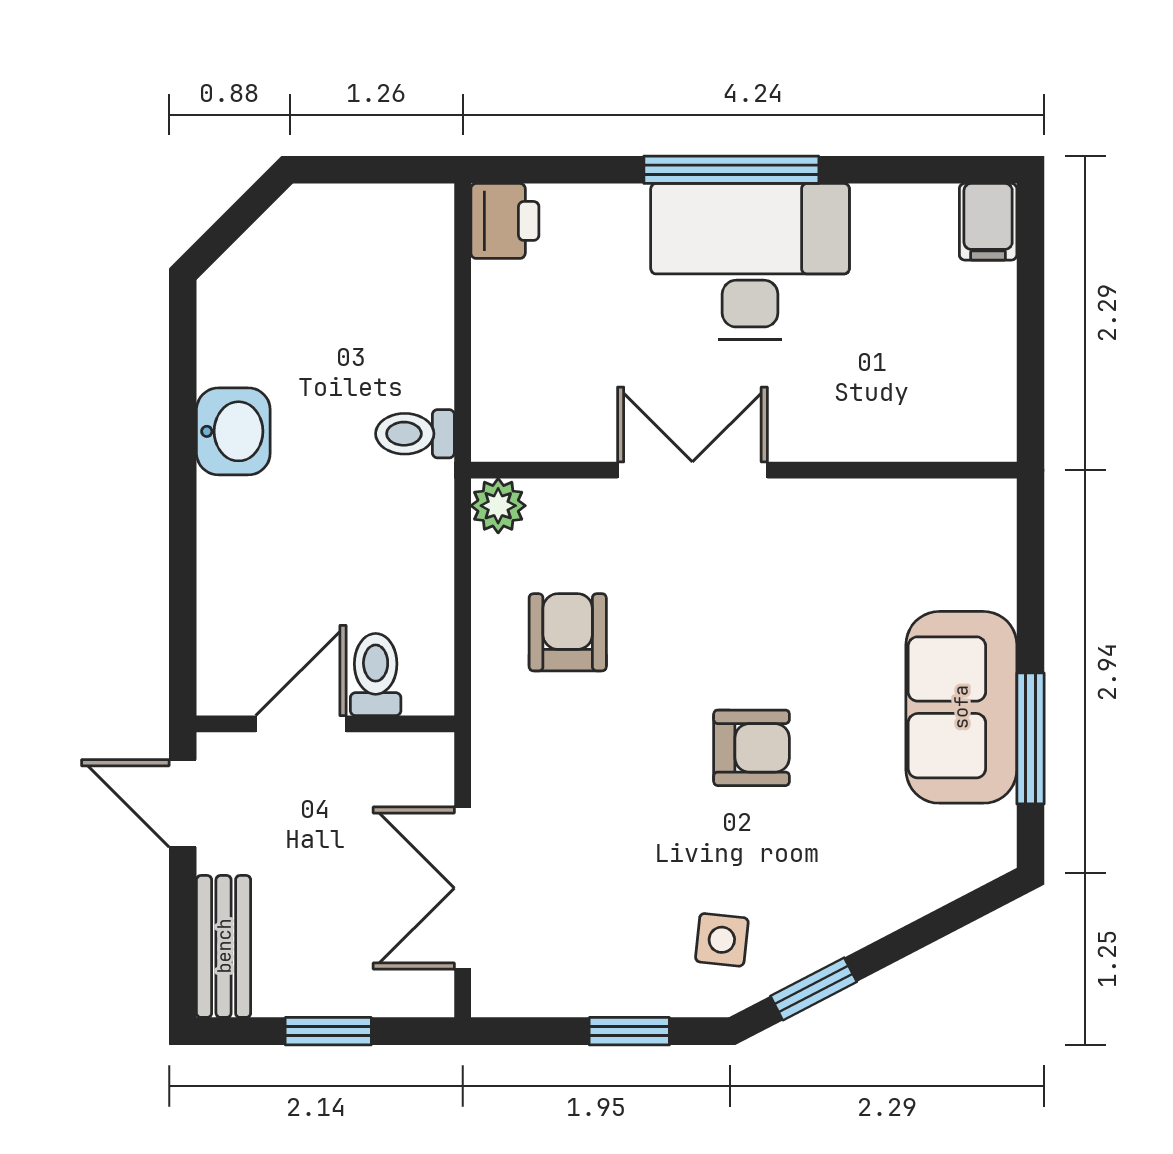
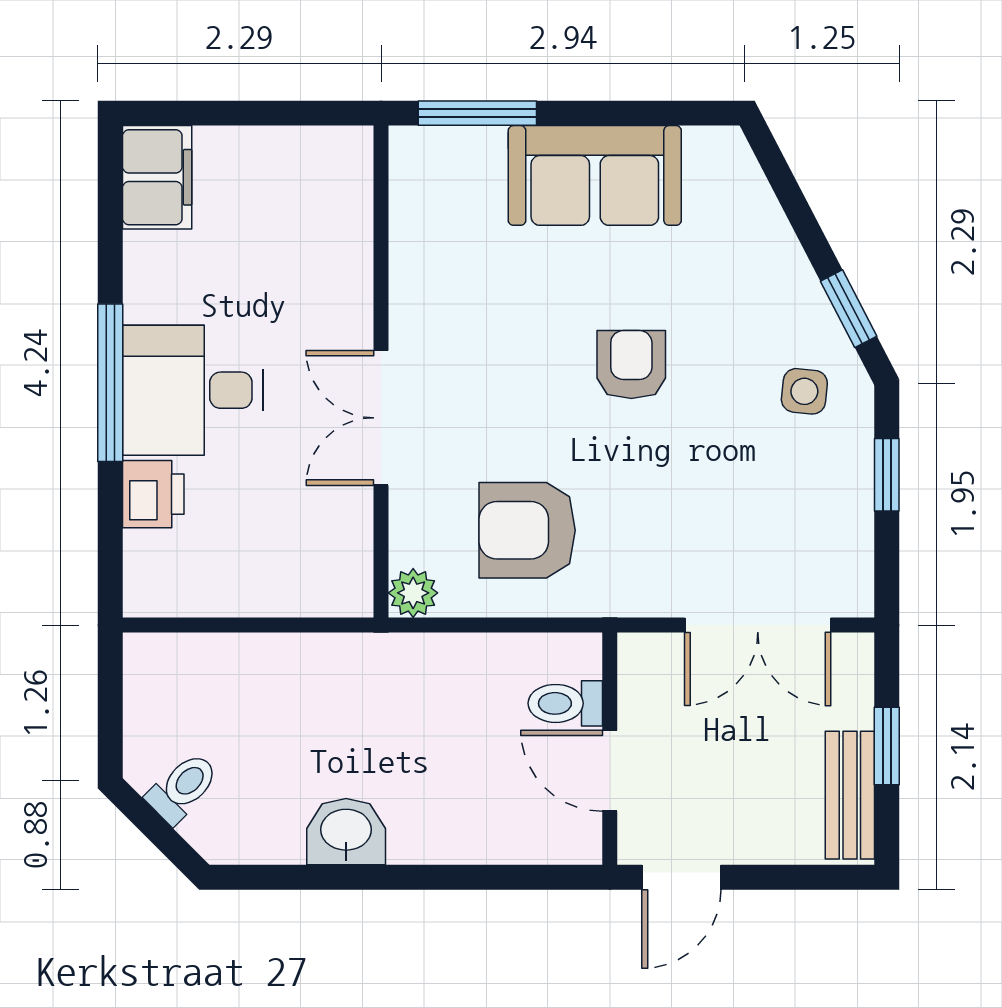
printer: (505, 221) -> (153, 494), moved, turned 90
filing cabinet: (988, 222) -> (157, 177), width x2.00
desk: (750, 261) -> (193, 390), width x0.73
toilet: (415, 434) -> (183, 788), moved, turned -135
armchair: (568, 632) -> (527, 530), width x1.38, depth x1.38
window: (1030, 738) -> (477, 113), moved
bench: (224, 946) -> (850, 795), moved, turned 90

